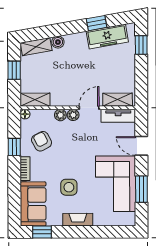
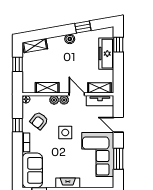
freezer: (107, 37) -> (106, 54), moved, turned 100
boiler: (58, 42) -> (70, 39), moved
shelving: (35, 100) -> (47, 88), moved
door: (89, 108) -> (77, 94), hinge flipped
armchair: (42, 141) -> (39, 121), turned -113
side table: (69, 187) -> (65, 133), moved

